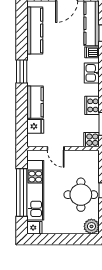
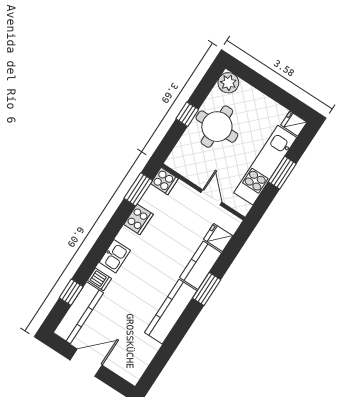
kitchen counter: (35, 31) -> (171, 312), moved
window: (22, 71) -> (207, 289), moved
window: (22, 192) -> (282, 173), width x0.47

